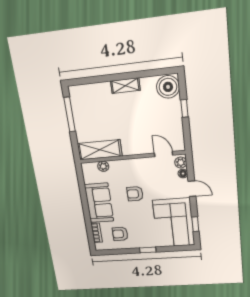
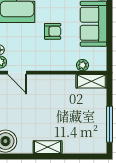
shelving: (100, 150) -> (91, 81), width x0.67, depth x0.75

